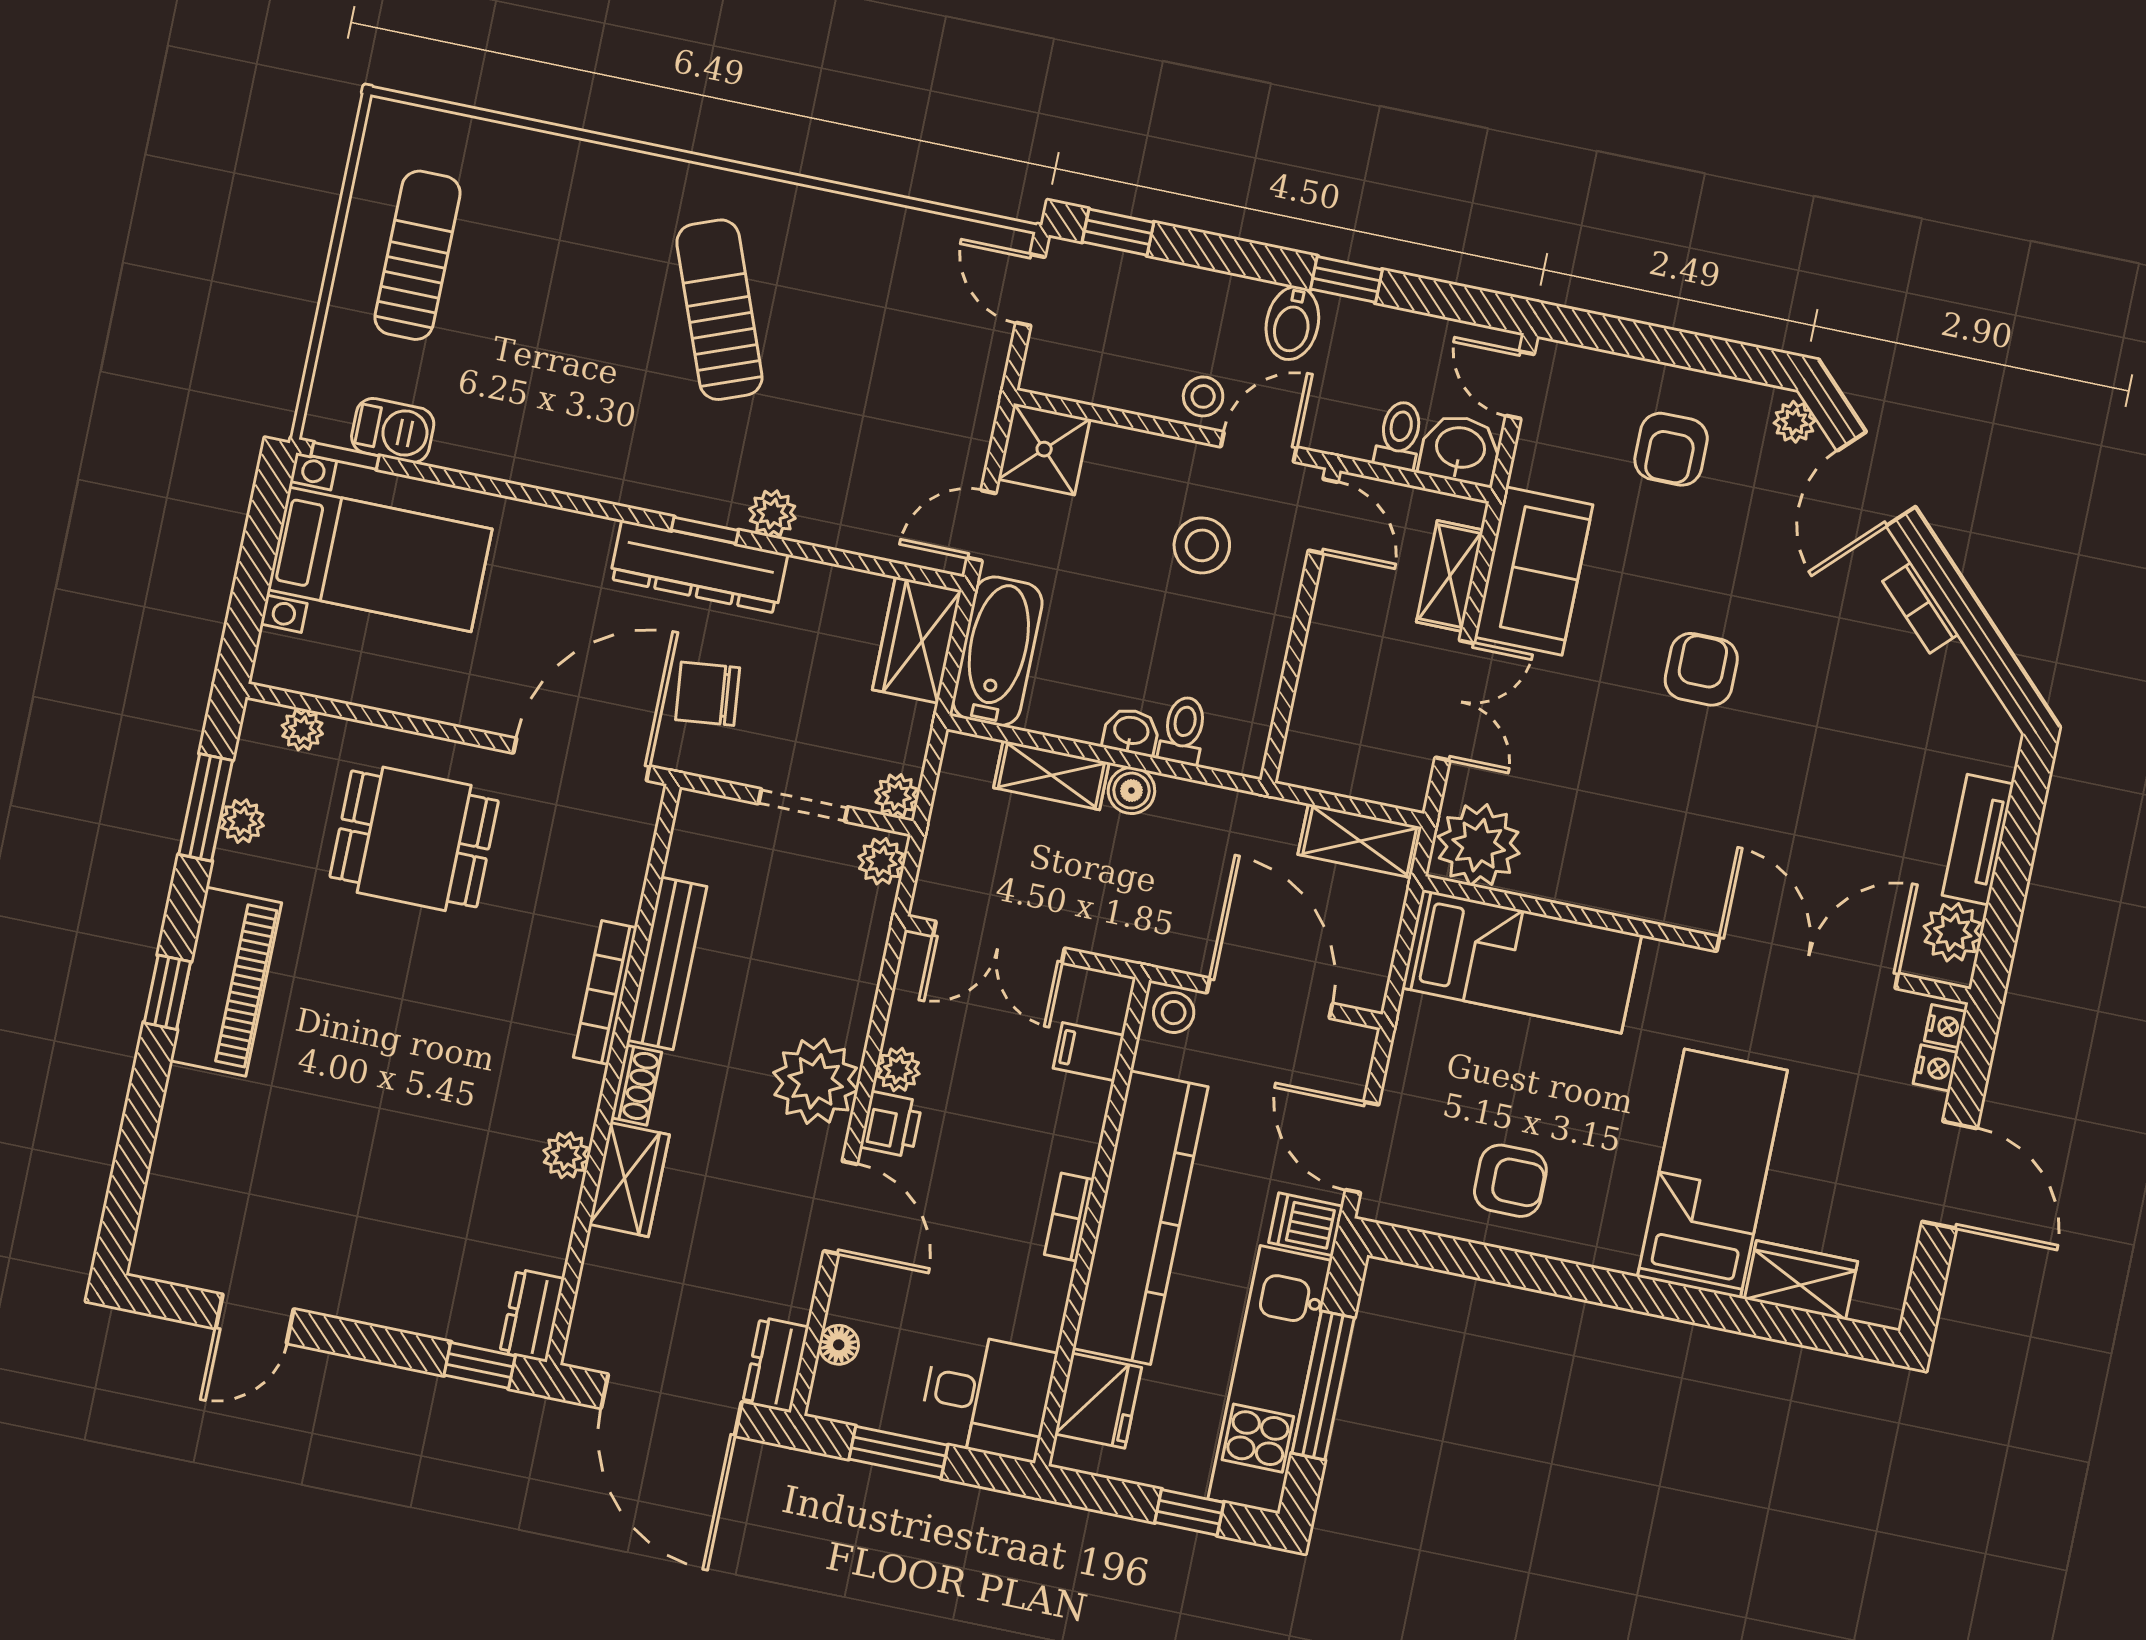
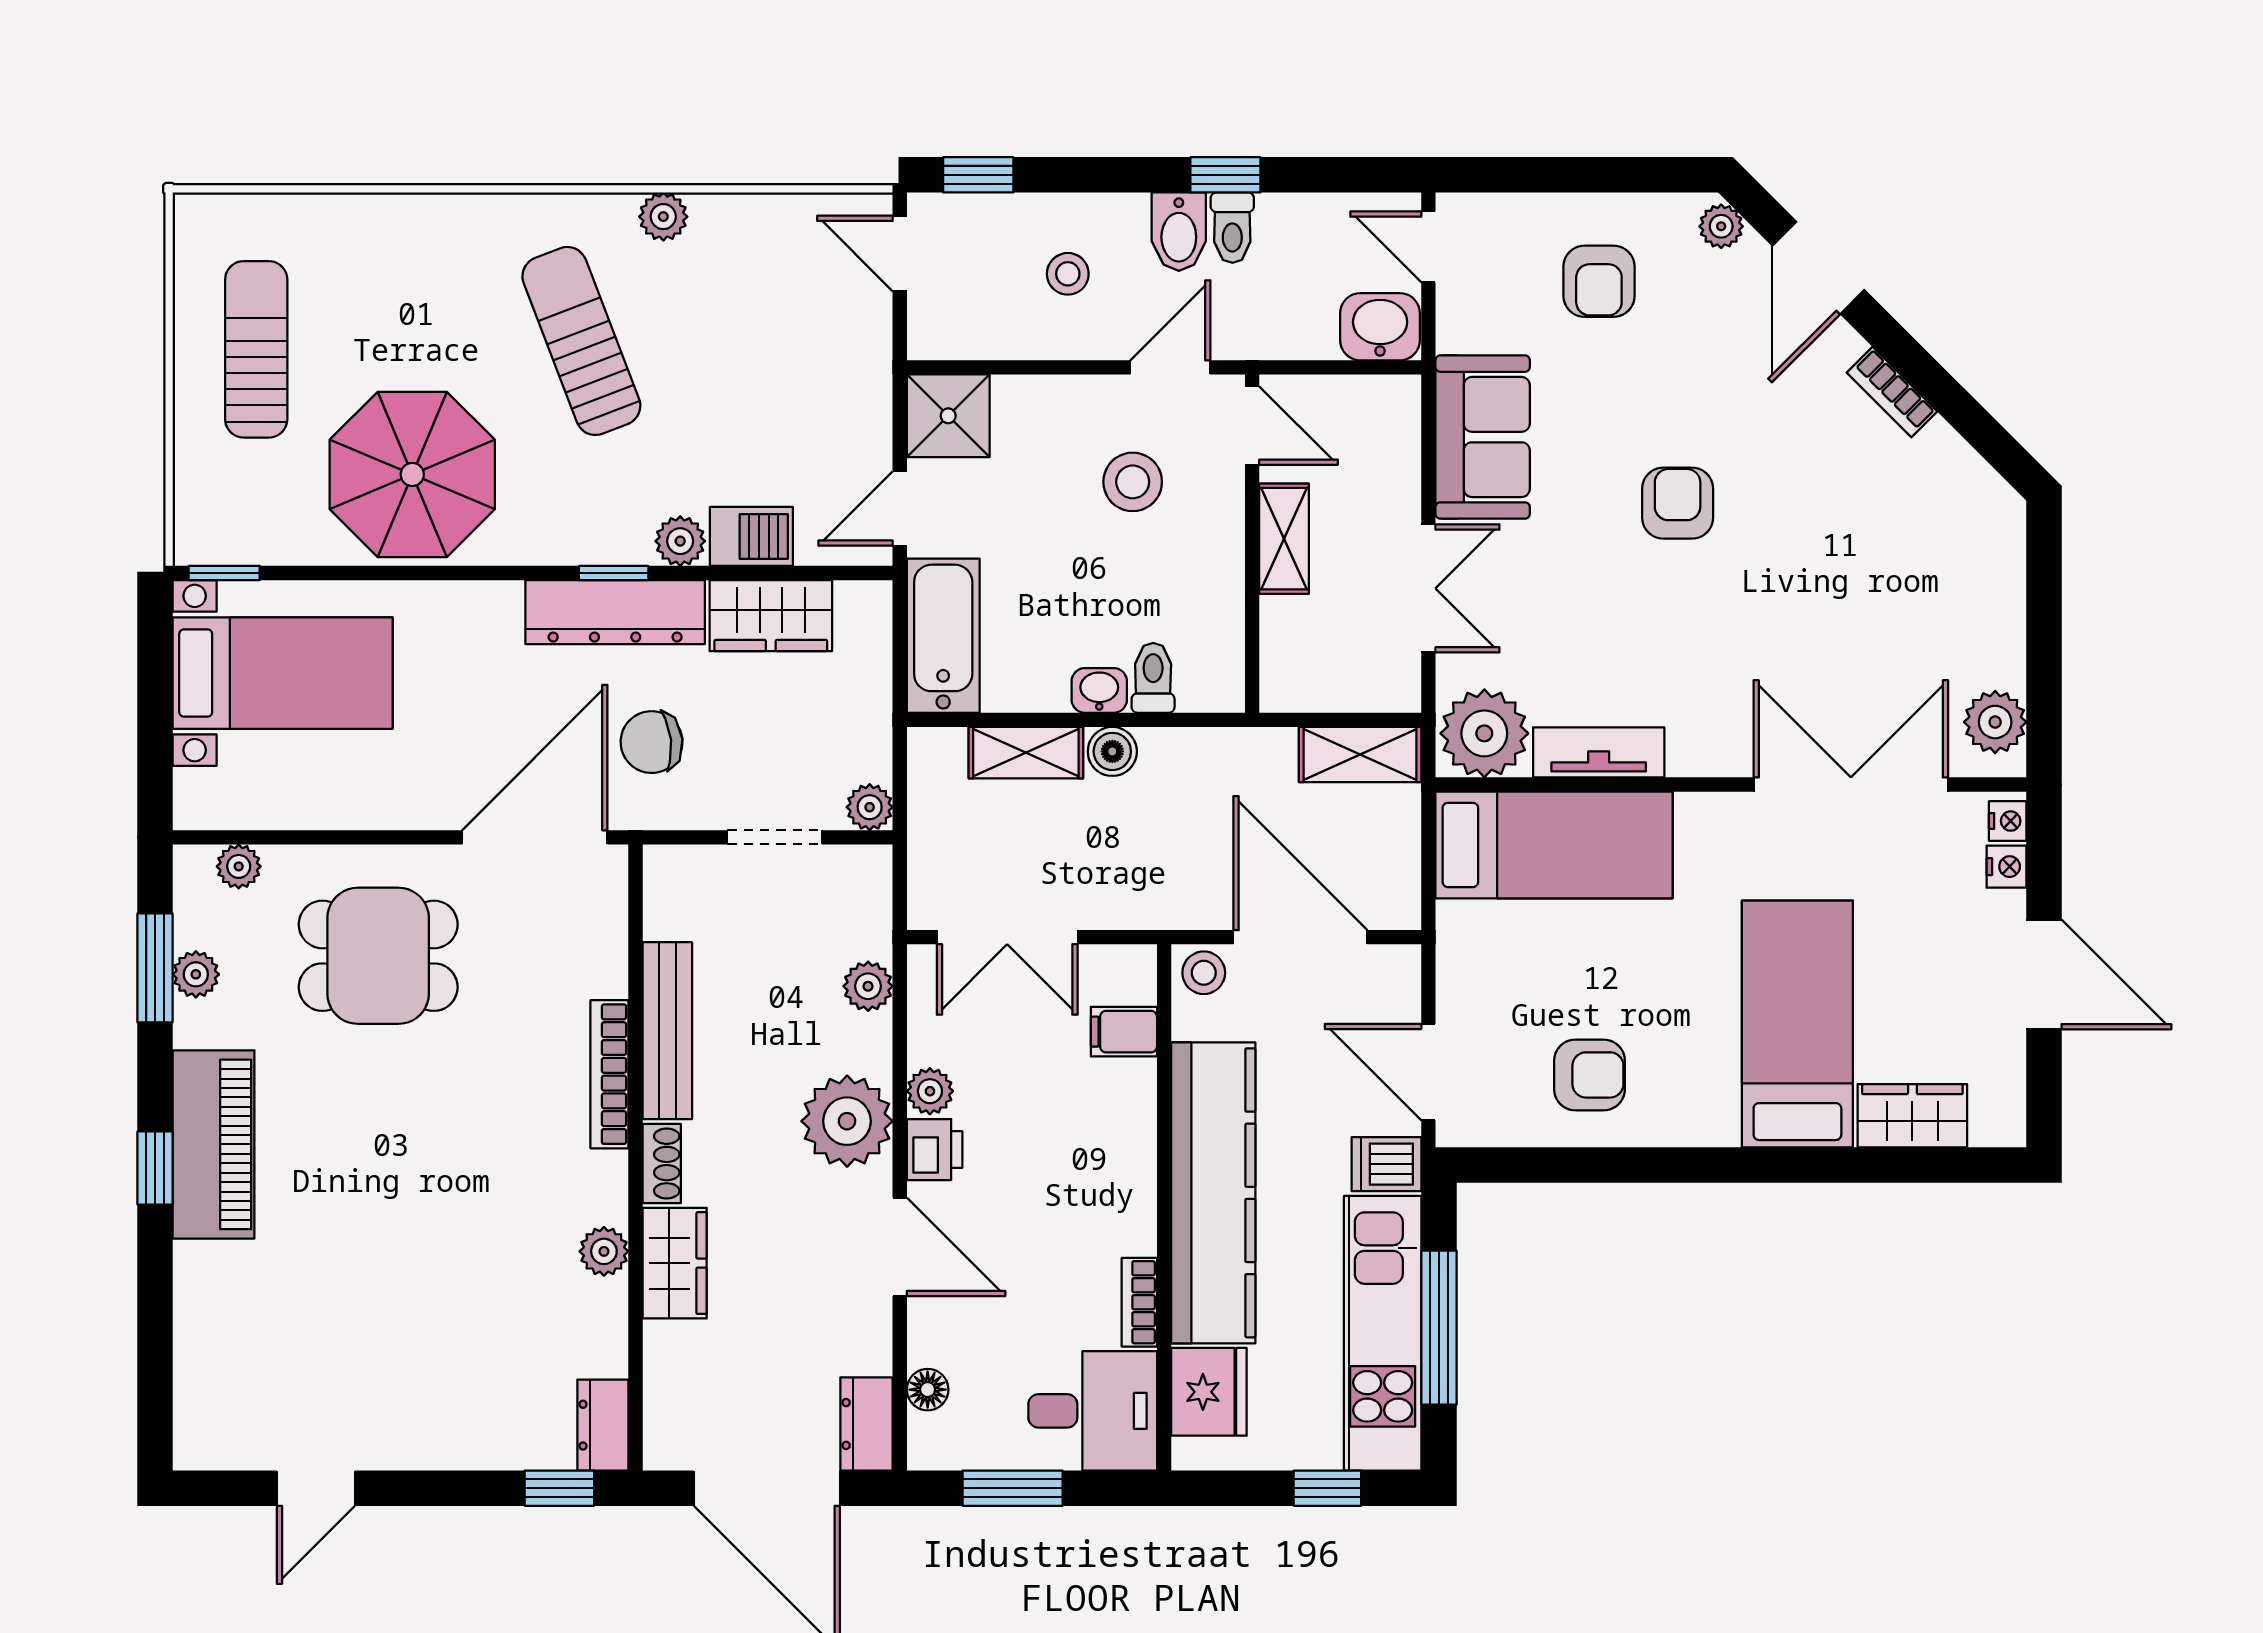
plant: (819, 210) -> (663, 217), added
stool: (1203, 396) -> (1068, 274), moved
parasol: (538, 401) -> (412, 474), added
barbecue: (393, 430) -> (751, 536), moved
toilet: (1399, 435) -> (1232, 228), moved, turned 180
shelving: (1450, 576) -> (1284, 539), moved
wardrobe: (917, 640) -> (771, 616), moved, turned -90
tv unit: (1978, 840) -> (1599, 752), moved, turned 90
plant: (881, 861) -> (868, 986), moved
bookcase: (1069, 1217) -> (1139, 1302), moved

